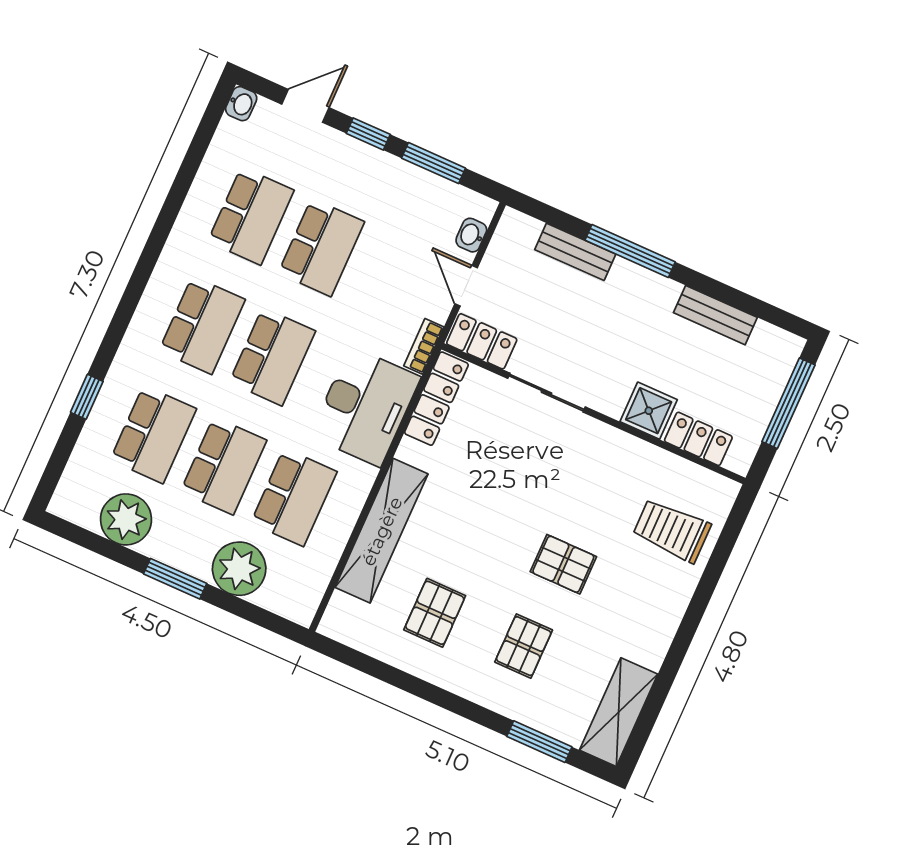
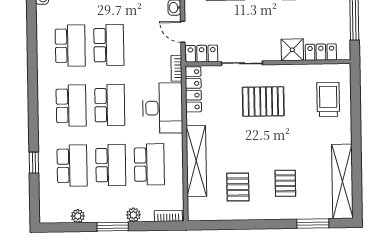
plant: (126, 519) -> (78, 216), width x0.53, depth x0.53
trolley: (672, 530) -> (328, 99), turned 90
pallet: (563, 564) -> (263, 102), moved, width x1.50, depth x1.42
plant: (239, 569) -> (133, 215), width x0.53, depth x0.53
bookcase: (285, 606) -> (168, 216), added
shelving: (619, 712) -> (342, 181), width x1.47

